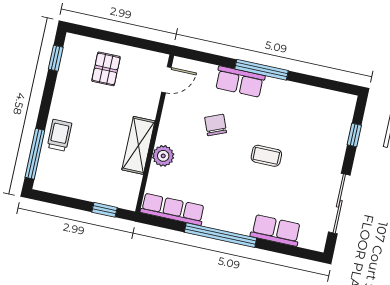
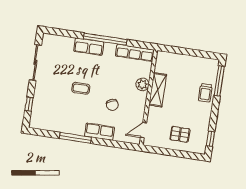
pallet: (106, 69) -> (180, 134), turned 90
window: (262, 70) -> (75, 138), moved
window: (105, 210) -> (176, 50), removed
row of seats: (276, 230) -> (89, 47), moved

